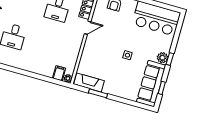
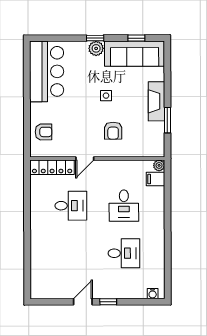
door: (88, 28) -> (85, 159), swing flipped
desk: (47, 46) -> (124, 206), added
armchair: (101, 53) -> (113, 131), added
fireplace: (89, 82) -> (156, 101), moved

